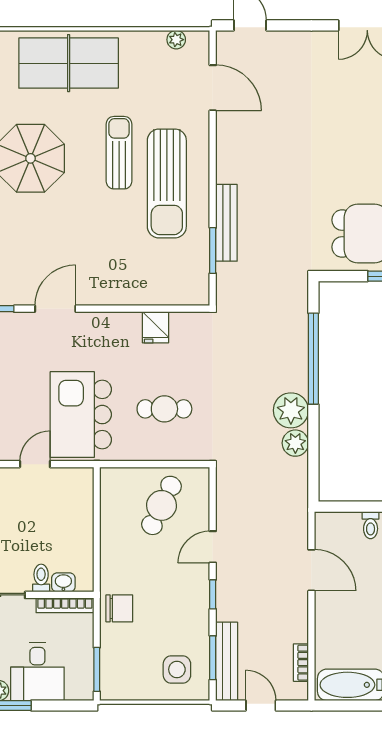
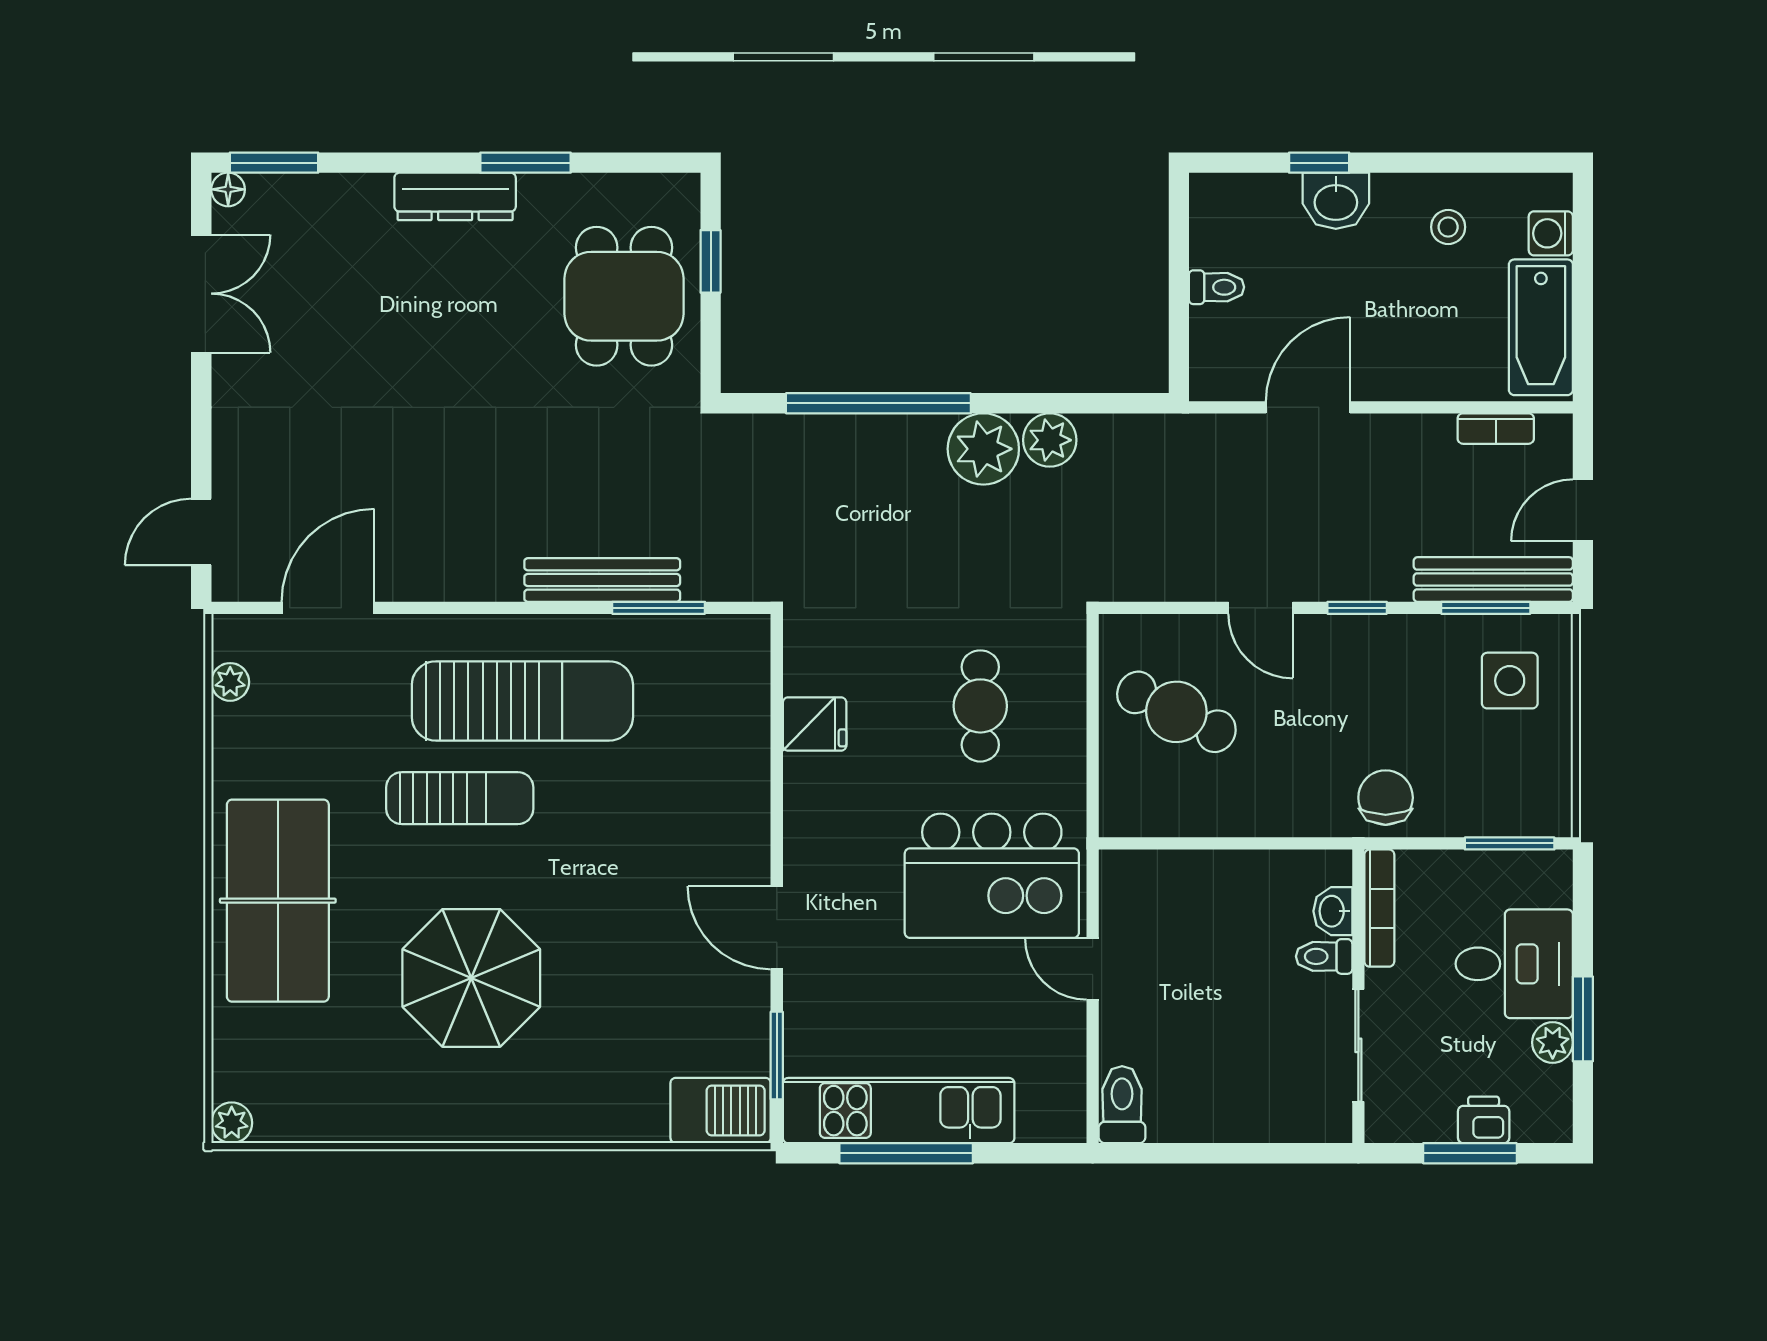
sun lounger: (119, 153) -> (460, 798), turned 180

